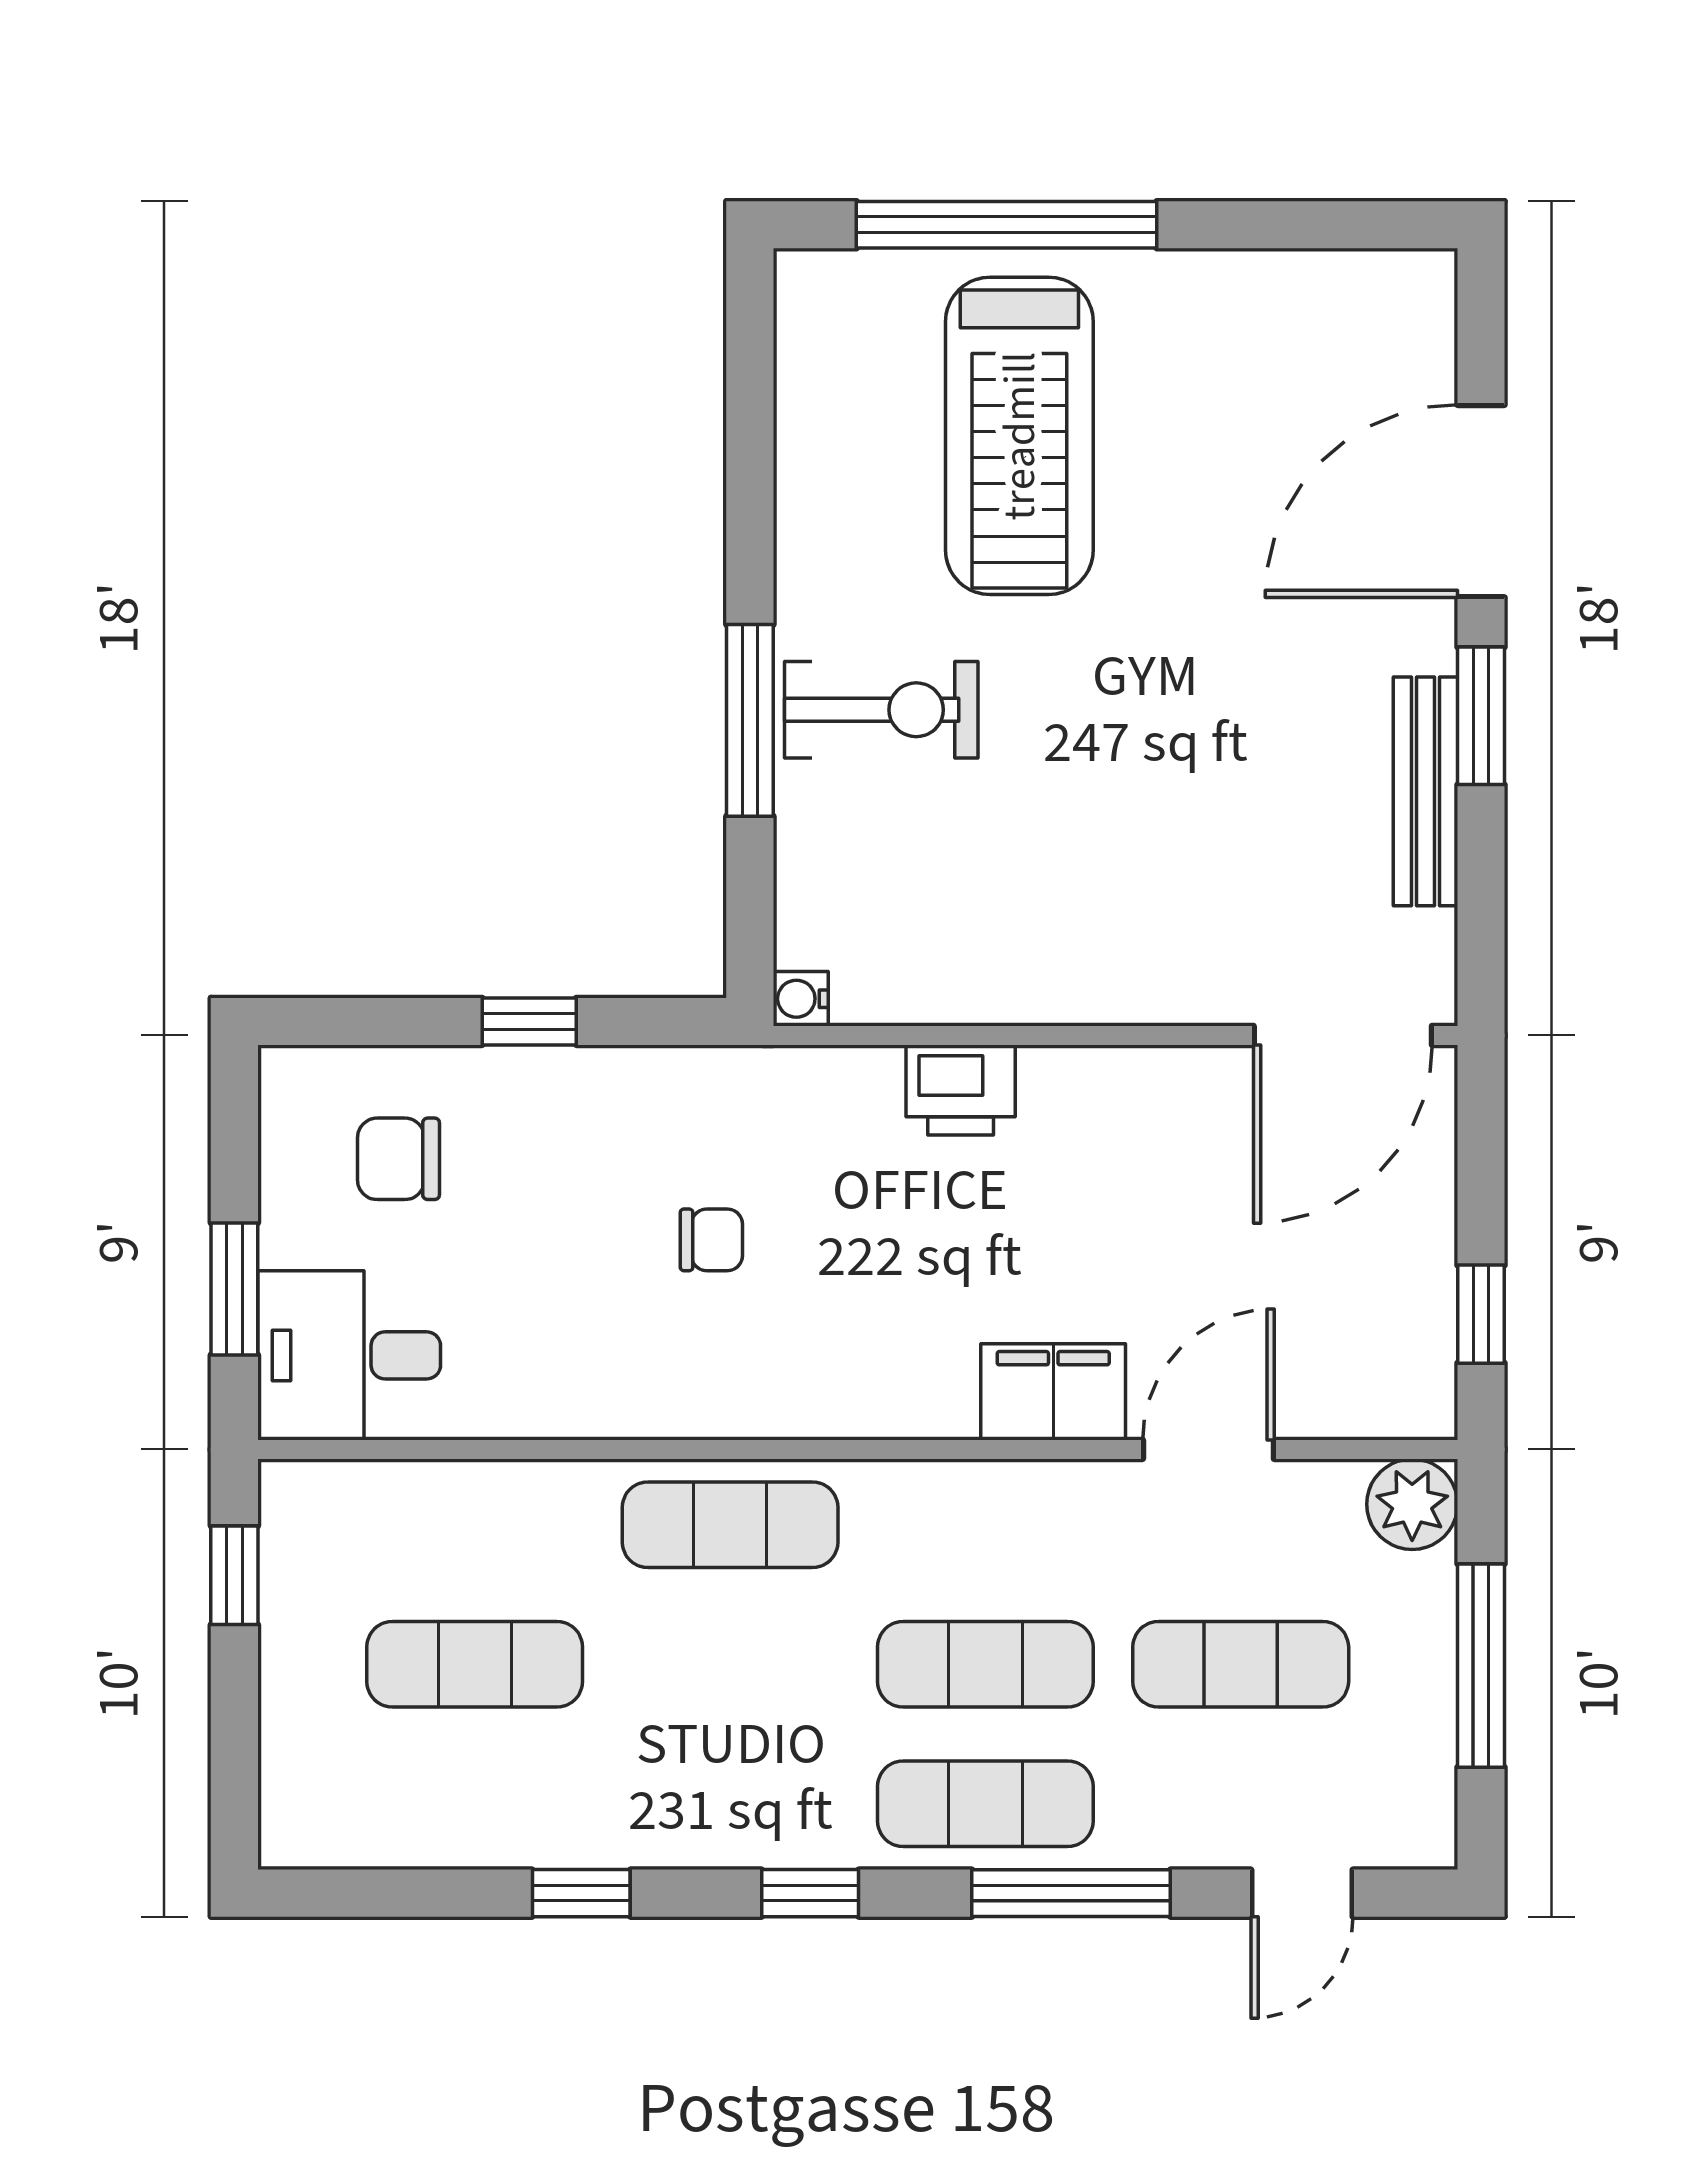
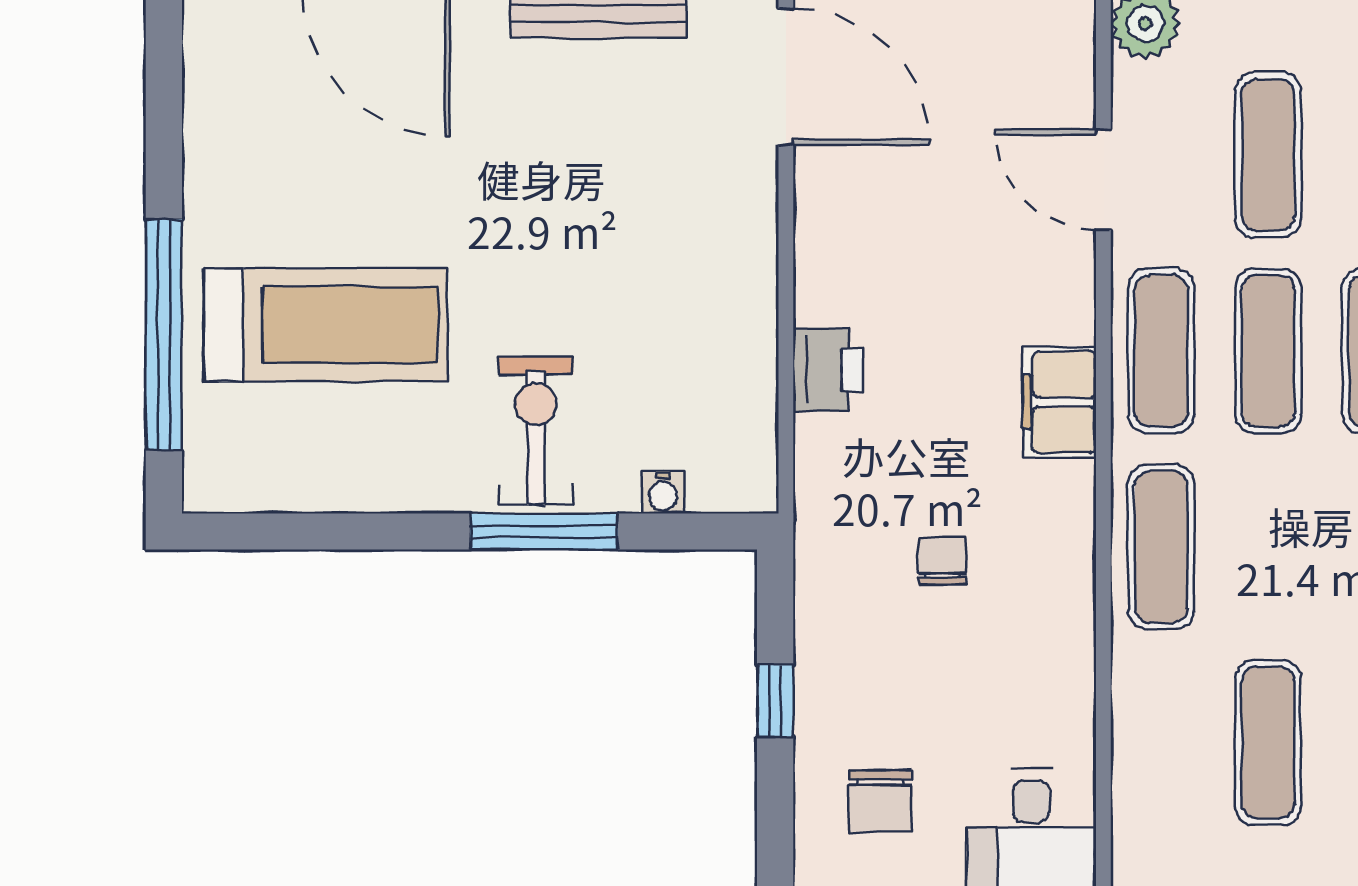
water cooler: (801, 999) -> (663, 493), moved
filing cabinet: (1053, 1392) -> (1059, 402), moved
exercise mat: (985, 1525) -> (1161, 351), added

